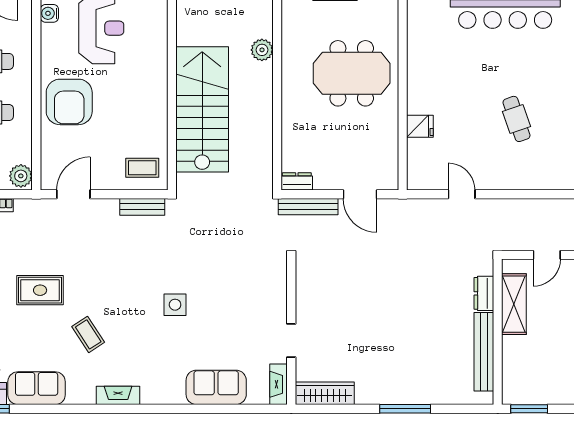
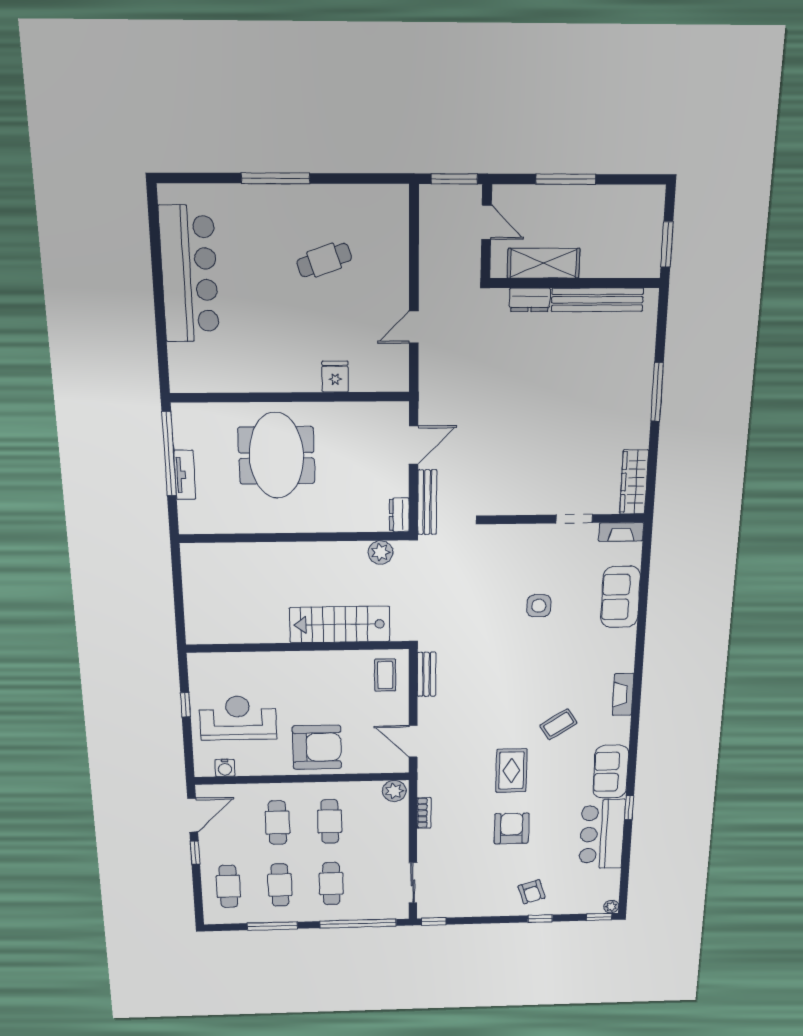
plant: (262, 50) -> (381, 552), moved
stairs: (202, 109) -> (340, 624), width x0.73, depth x0.66
side table: (175, 305) -> (539, 606), moved

